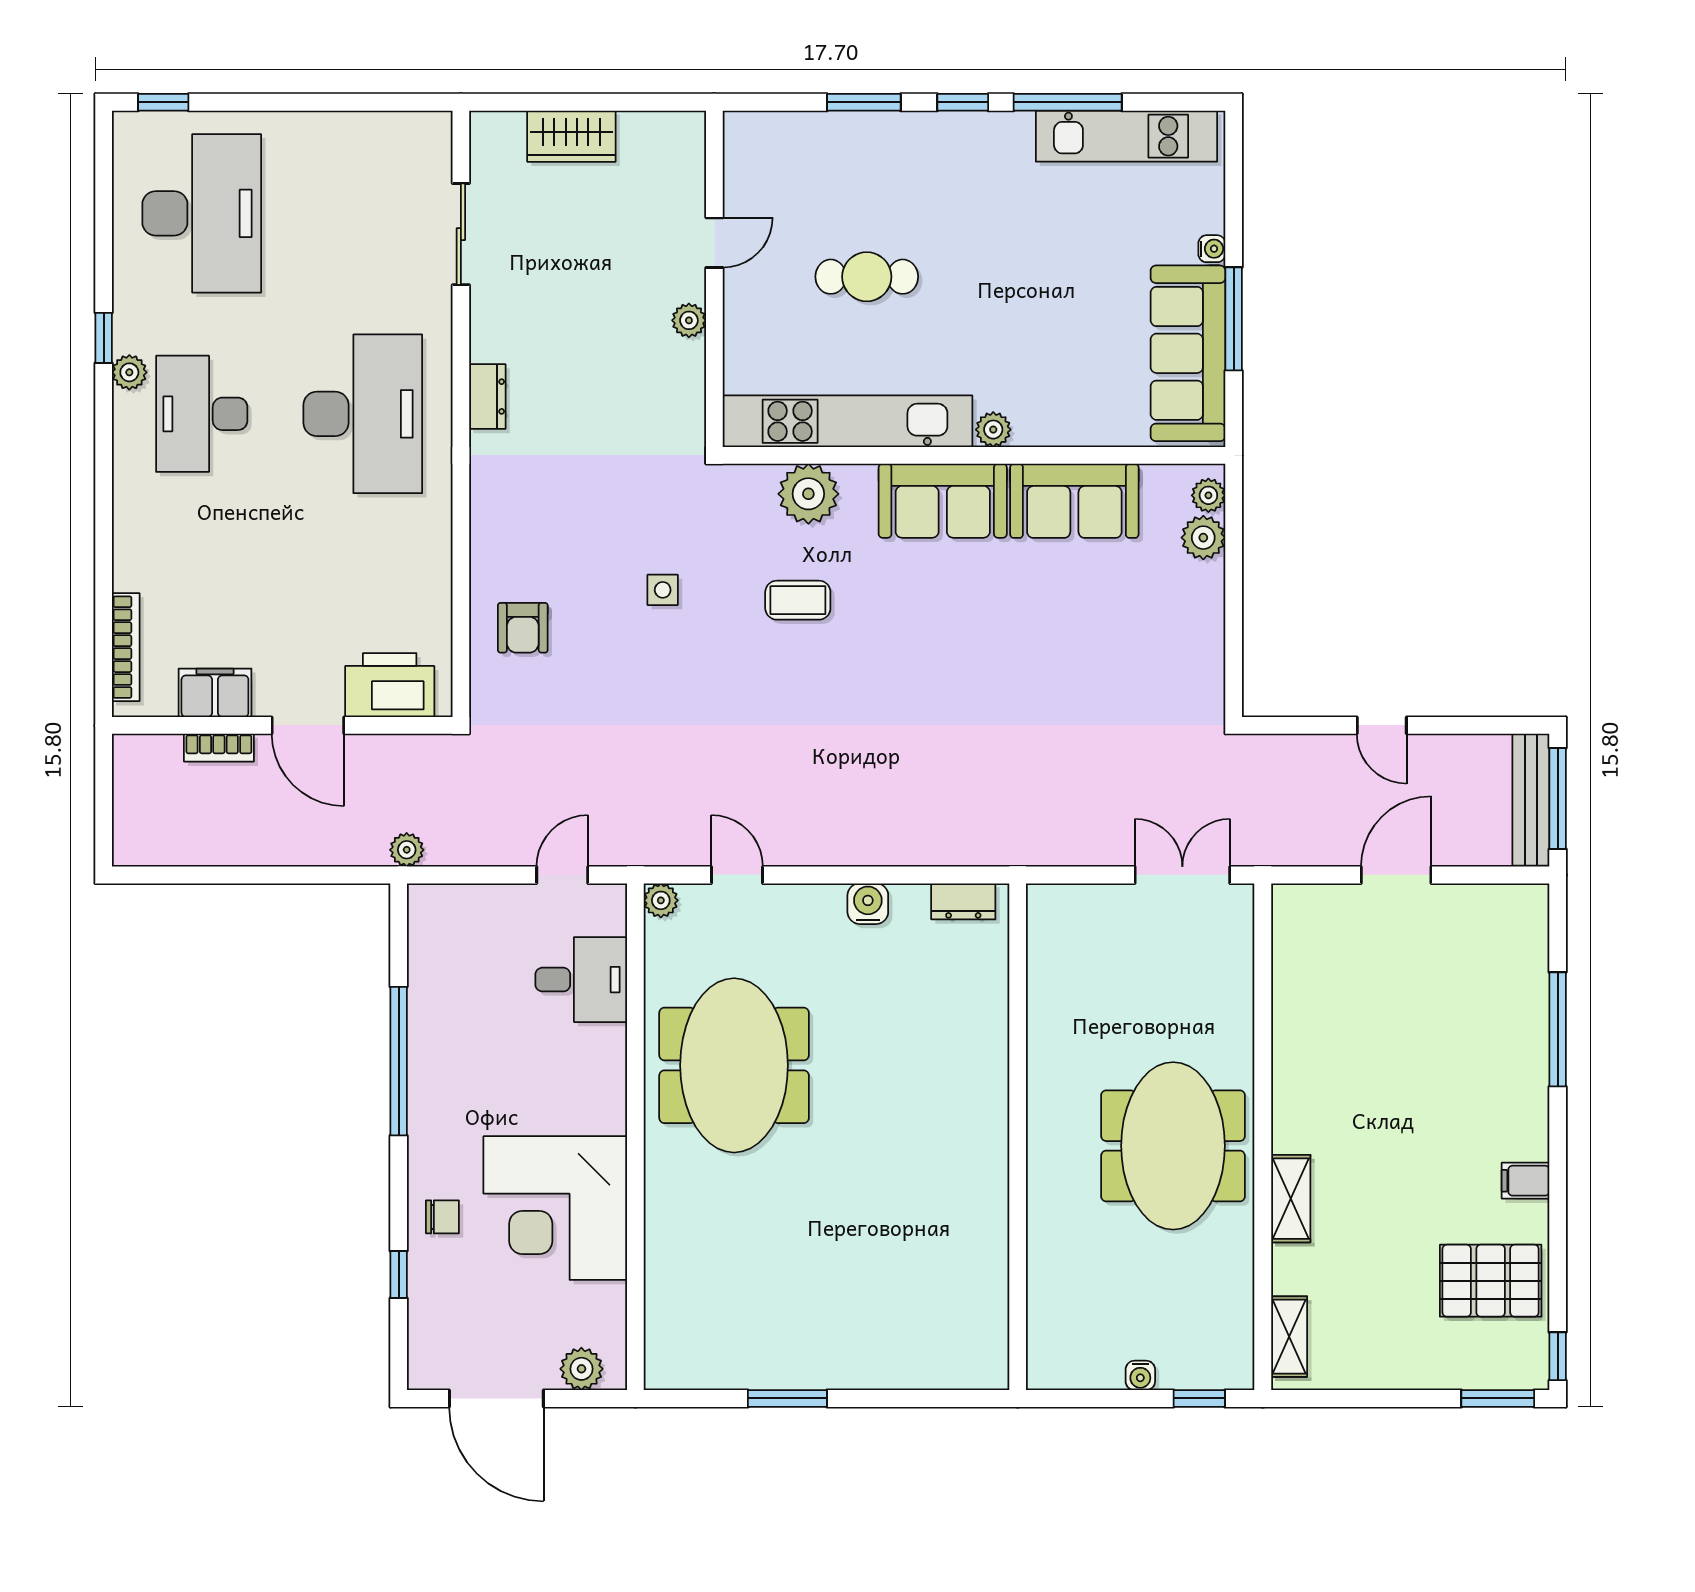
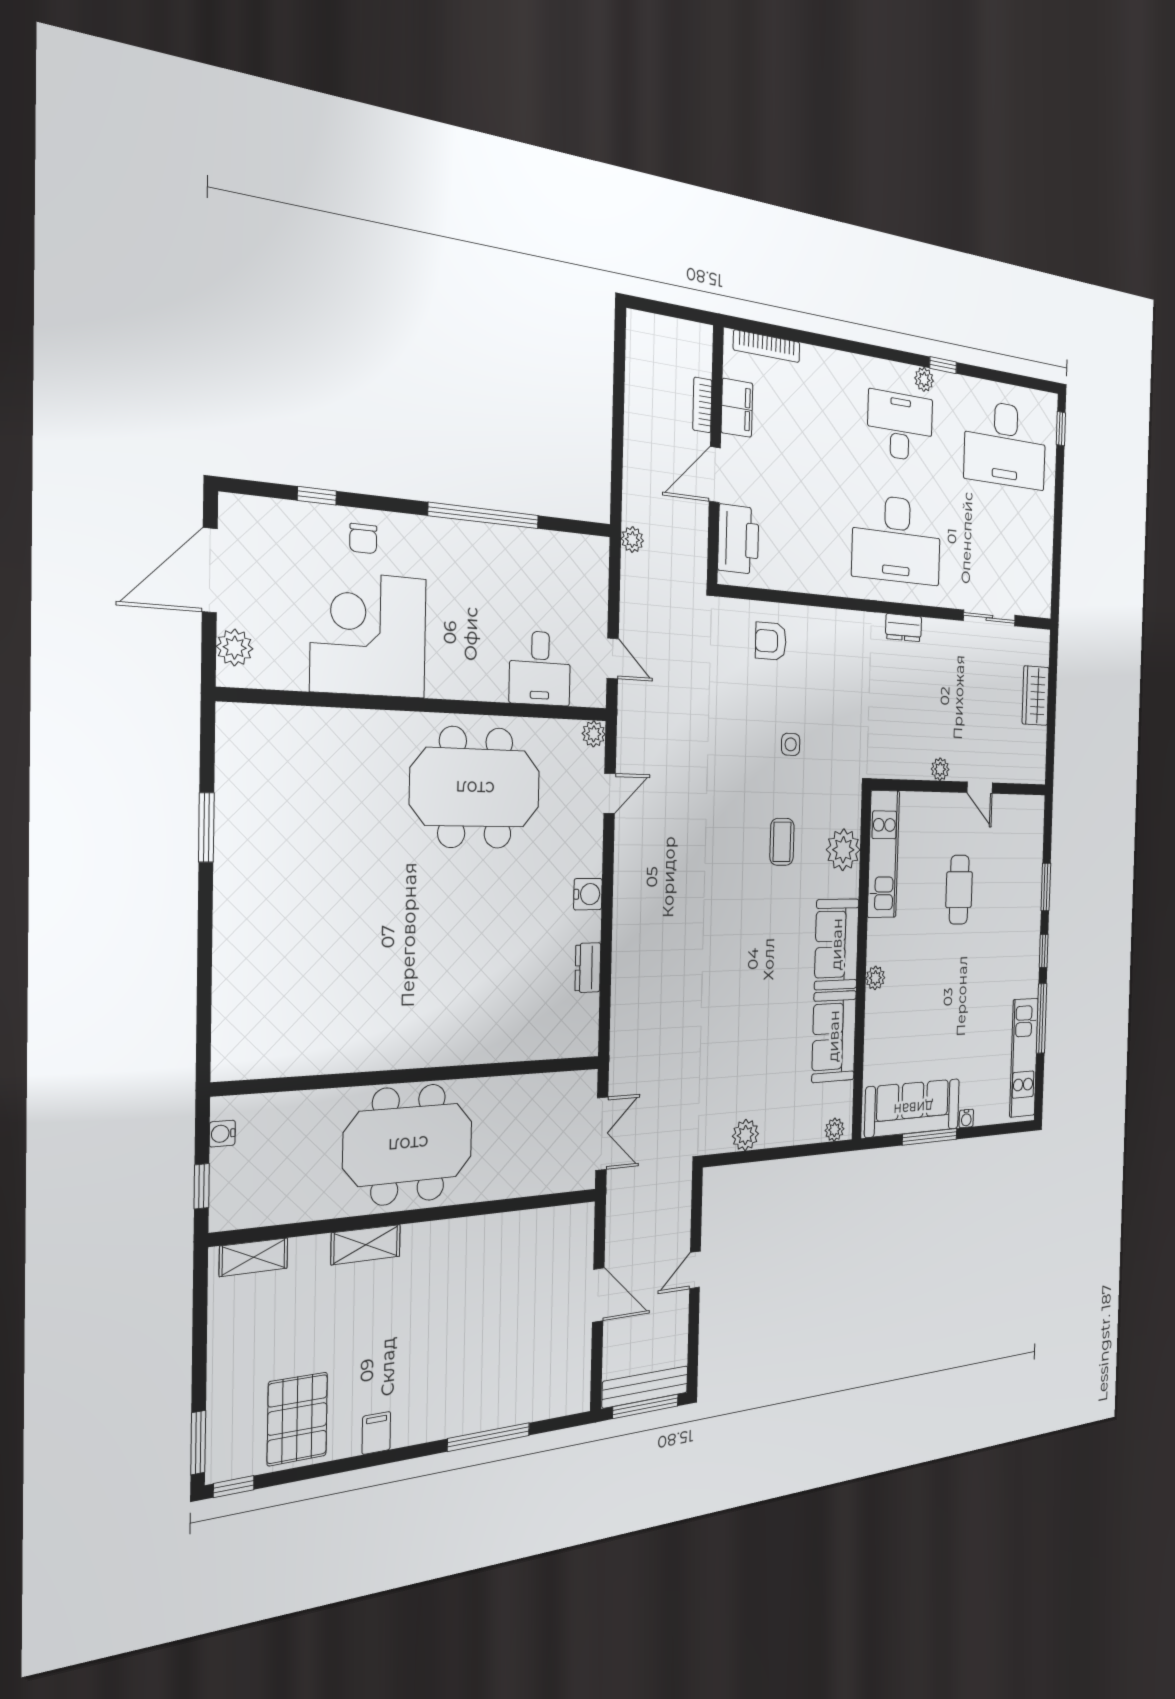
kitchen unit: (848, 421) -> (883, 854), width x0.73
plant: (1203, 538) -> (745, 1135), moved
wall: (1018, 1137) -> (416, 1075), moved

